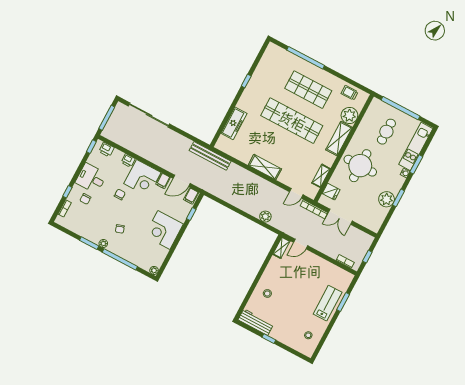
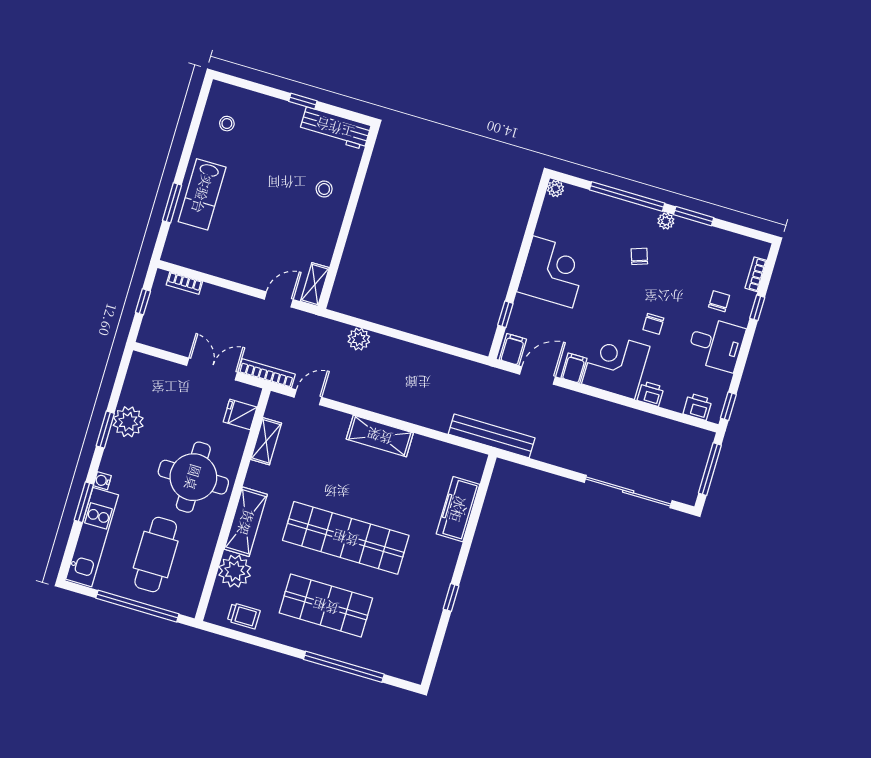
cafe table: (386, 132) -> (156, 555), width x1.37, depth x1.35

